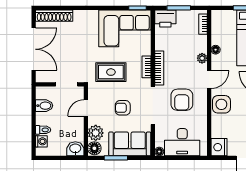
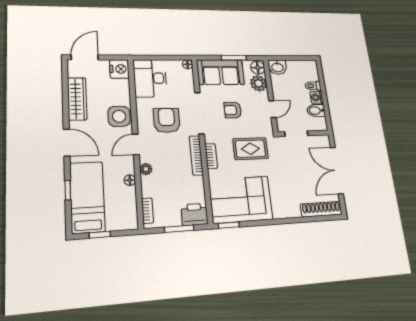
armchair: (123, 108) -> (233, 110), turned 180
washing machine: (41, 141) -> (317, 97), moved
desk: (182, 142) -> (150, 78), moved, turned -90

